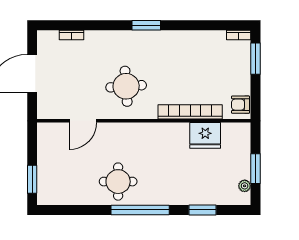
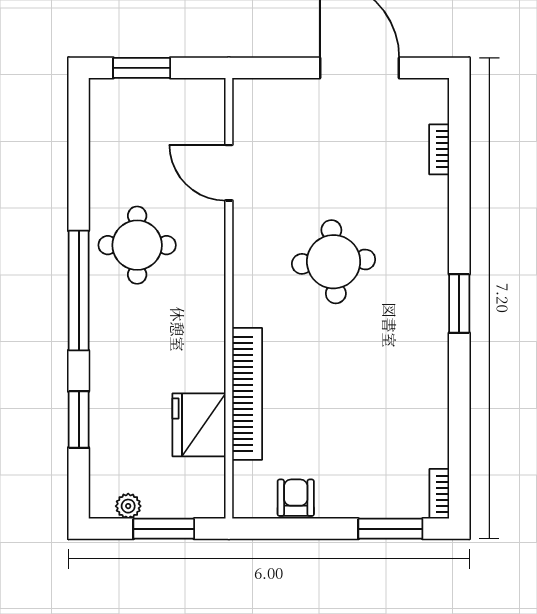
bookcase: (190, 112) -> (247, 394), moved
door: (83, 121) -> (229, 173), moved
wall: (144, 121) -> (229, 298), moved
fridge: (205, 135) -> (199, 425), moved

